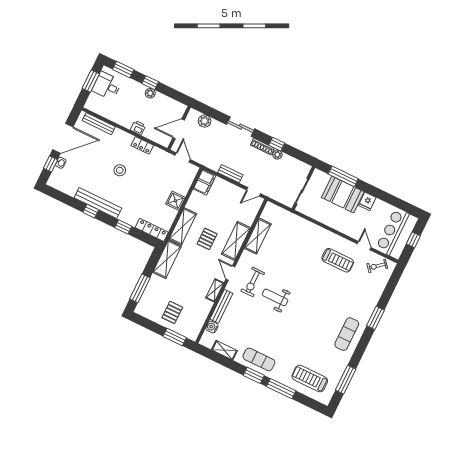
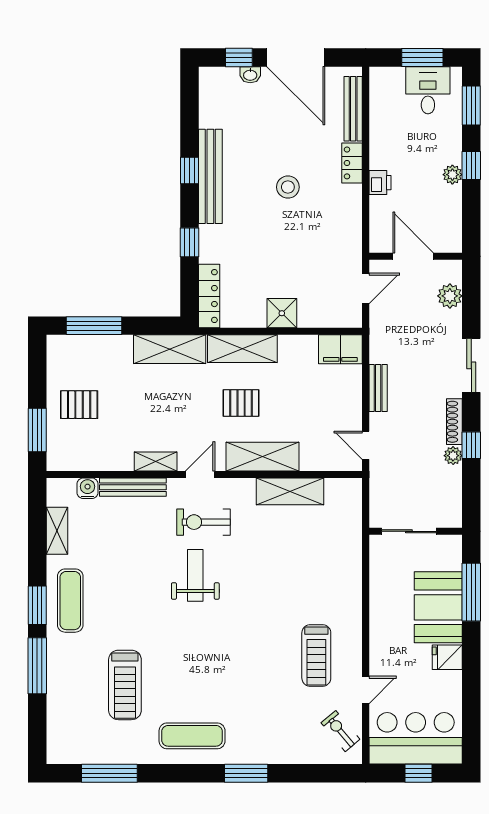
locker: (142, 145) -> (352, 163), moved
treadmill: (310, 379) -> (125, 685), moved, turned 180

